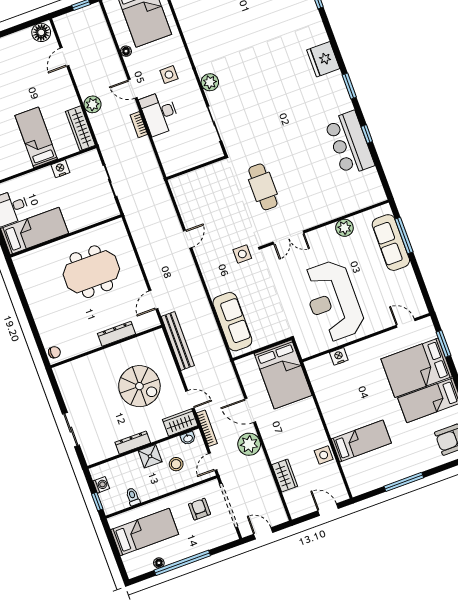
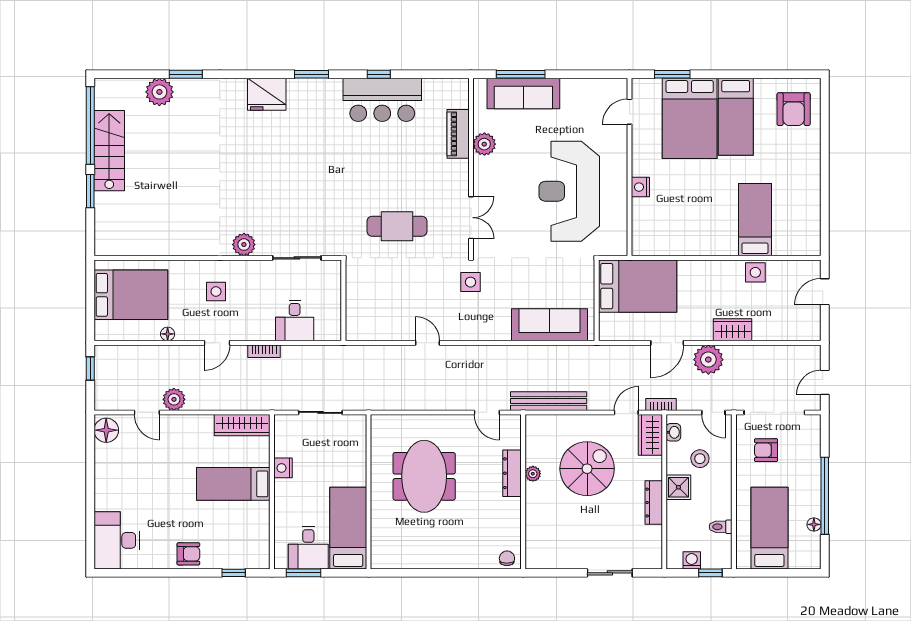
plant: (92, 104) -> (174, 399), moved
desk: (160, 113) -> (295, 320), moved, width x0.73
piano: (345, 206) -> (458, 134), added
reception desk: (333, 301) -> (569, 191), turned 90
plant: (122, 349) -> (533, 474), added
nightstand: (339, 356) -> (640, 187), moved
bookcase: (207, 428) -> (661, 404), width x0.64
wardrobe: (285, 475) -> (733, 330), moved
window: (404, 482) -> (825, 186), removed

